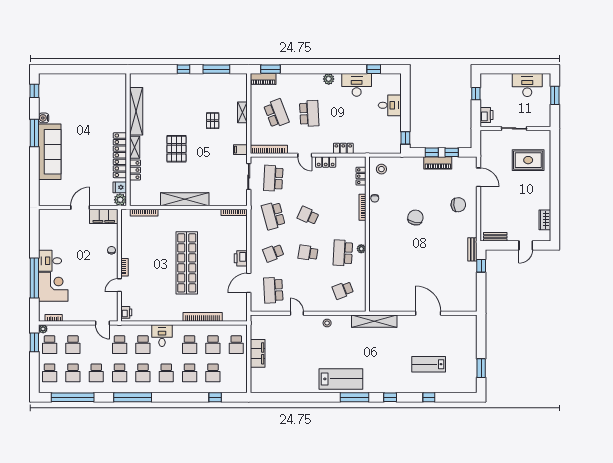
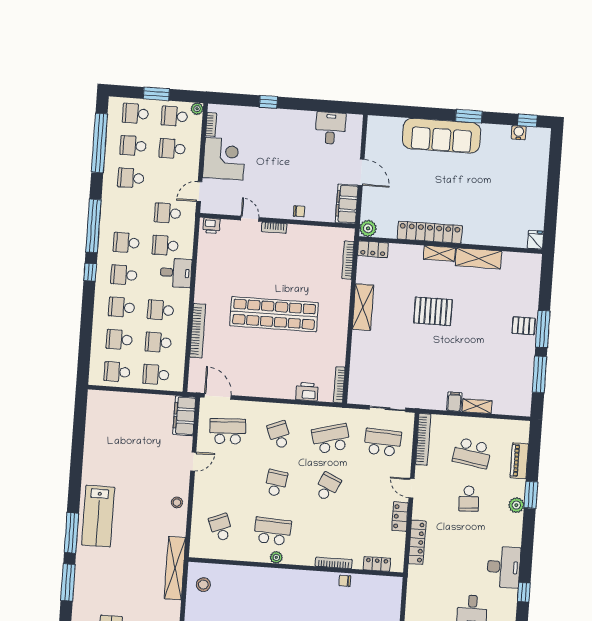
window: (183, 69) -> (543, 329), width x2.17
window: (271, 69) -> (531, 495), moved
piano: (263, 79) -> (519, 461), moved
plant: (329, 79) -> (516, 505), moved
shelving: (136, 111) -> (478, 258), width x0.68
school desk: (276, 113) -> (472, 453), turned 30
school desk: (309, 113) -> (469, 499), width x0.54
water cooler: (44, 118) -> (519, 133), moved
pallet: (213, 121) -> (524, 326), moved
window: (34, 133) -> (469, 116), width x0.69
locker: (343, 148) -> (417, 542), width x1.53
filing cabinet: (240, 150) -> (454, 402), moved
door: (305, 155) -> (412, 488), hinge flipped
stool: (381, 169) -> (203, 585), moved
locker: (135, 170) -> (373, 249), moved
fridge: (120, 187) -> (535, 240), moved
shelving: (185, 199) -> (363, 307), width x0.68
printer: (241, 258) -> (307, 392), moved
desk: (50, 261) -> (330, 128), moved
window: (34, 278) -> (268, 102), width x0.32
door: (249, 283) -> (218, 396), moved
corner desk: (53, 287) -> (224, 159), moved, turned -90
window: (34, 342) -> (156, 94), moved
filing cabinet: (258, 353) -> (184, 416), moved, turned 90
school desk: (120, 373) -> (117, 372), moved
window: (215, 397) -> (90, 272), moved
window: (390, 397) -> (68, 582), width x2.17

